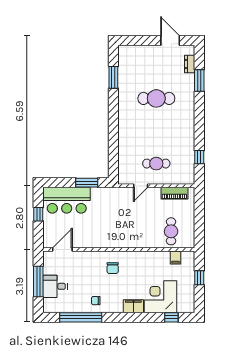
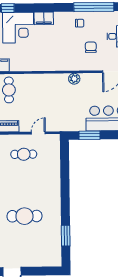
plant: (102, 242) -> (74, 79), added
chair: (113, 268) -> (91, 47), moved

